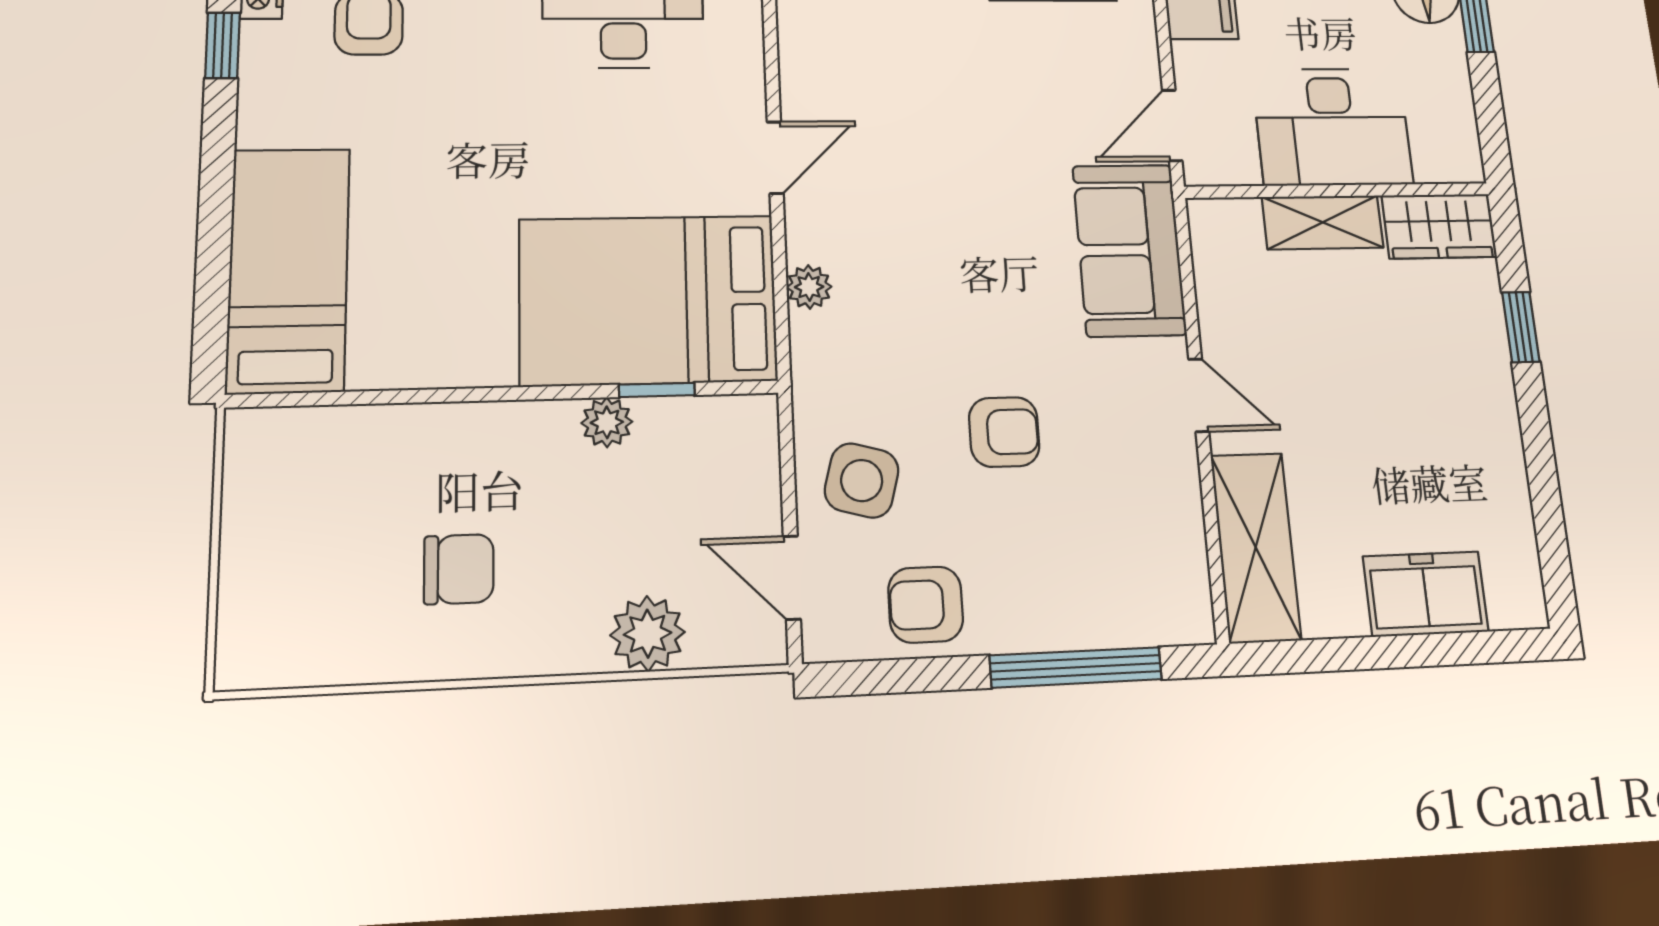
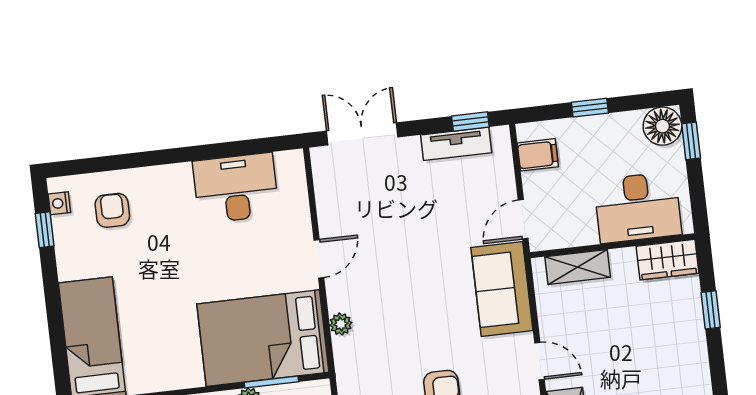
desk: (1332, 127) -> (638, 207), moved
shelving: (1323, 222) -> (578, 267), moved
window: (657, 390) -> (271, 382), width x1.50

